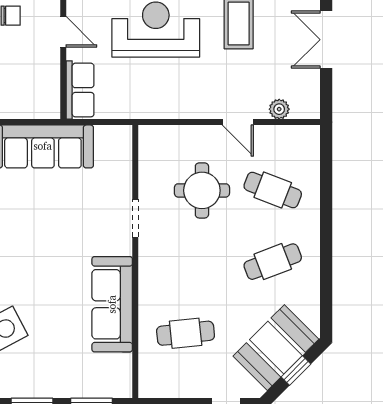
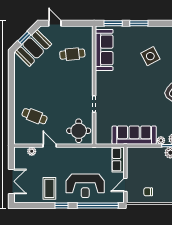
door: (63, 32) -> (125, 185), hinge flipped
round table: (202, 190) -> (79, 131), moved
cafe table: (273, 262) -> (35, 85), removed
sofa: (112, 304) -> (104, 50), moved

